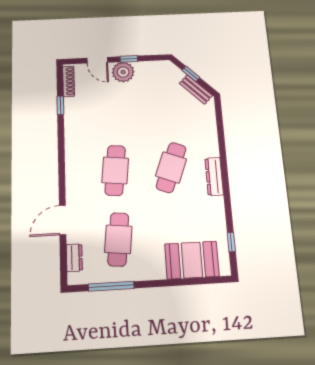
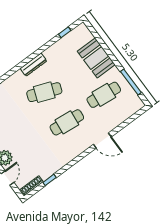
door: (63, 220) -> (102, 141), moved
dresser: (74, 258) -> (129, 112), removed
booth: (192, 260) -> (96, 58), moved

